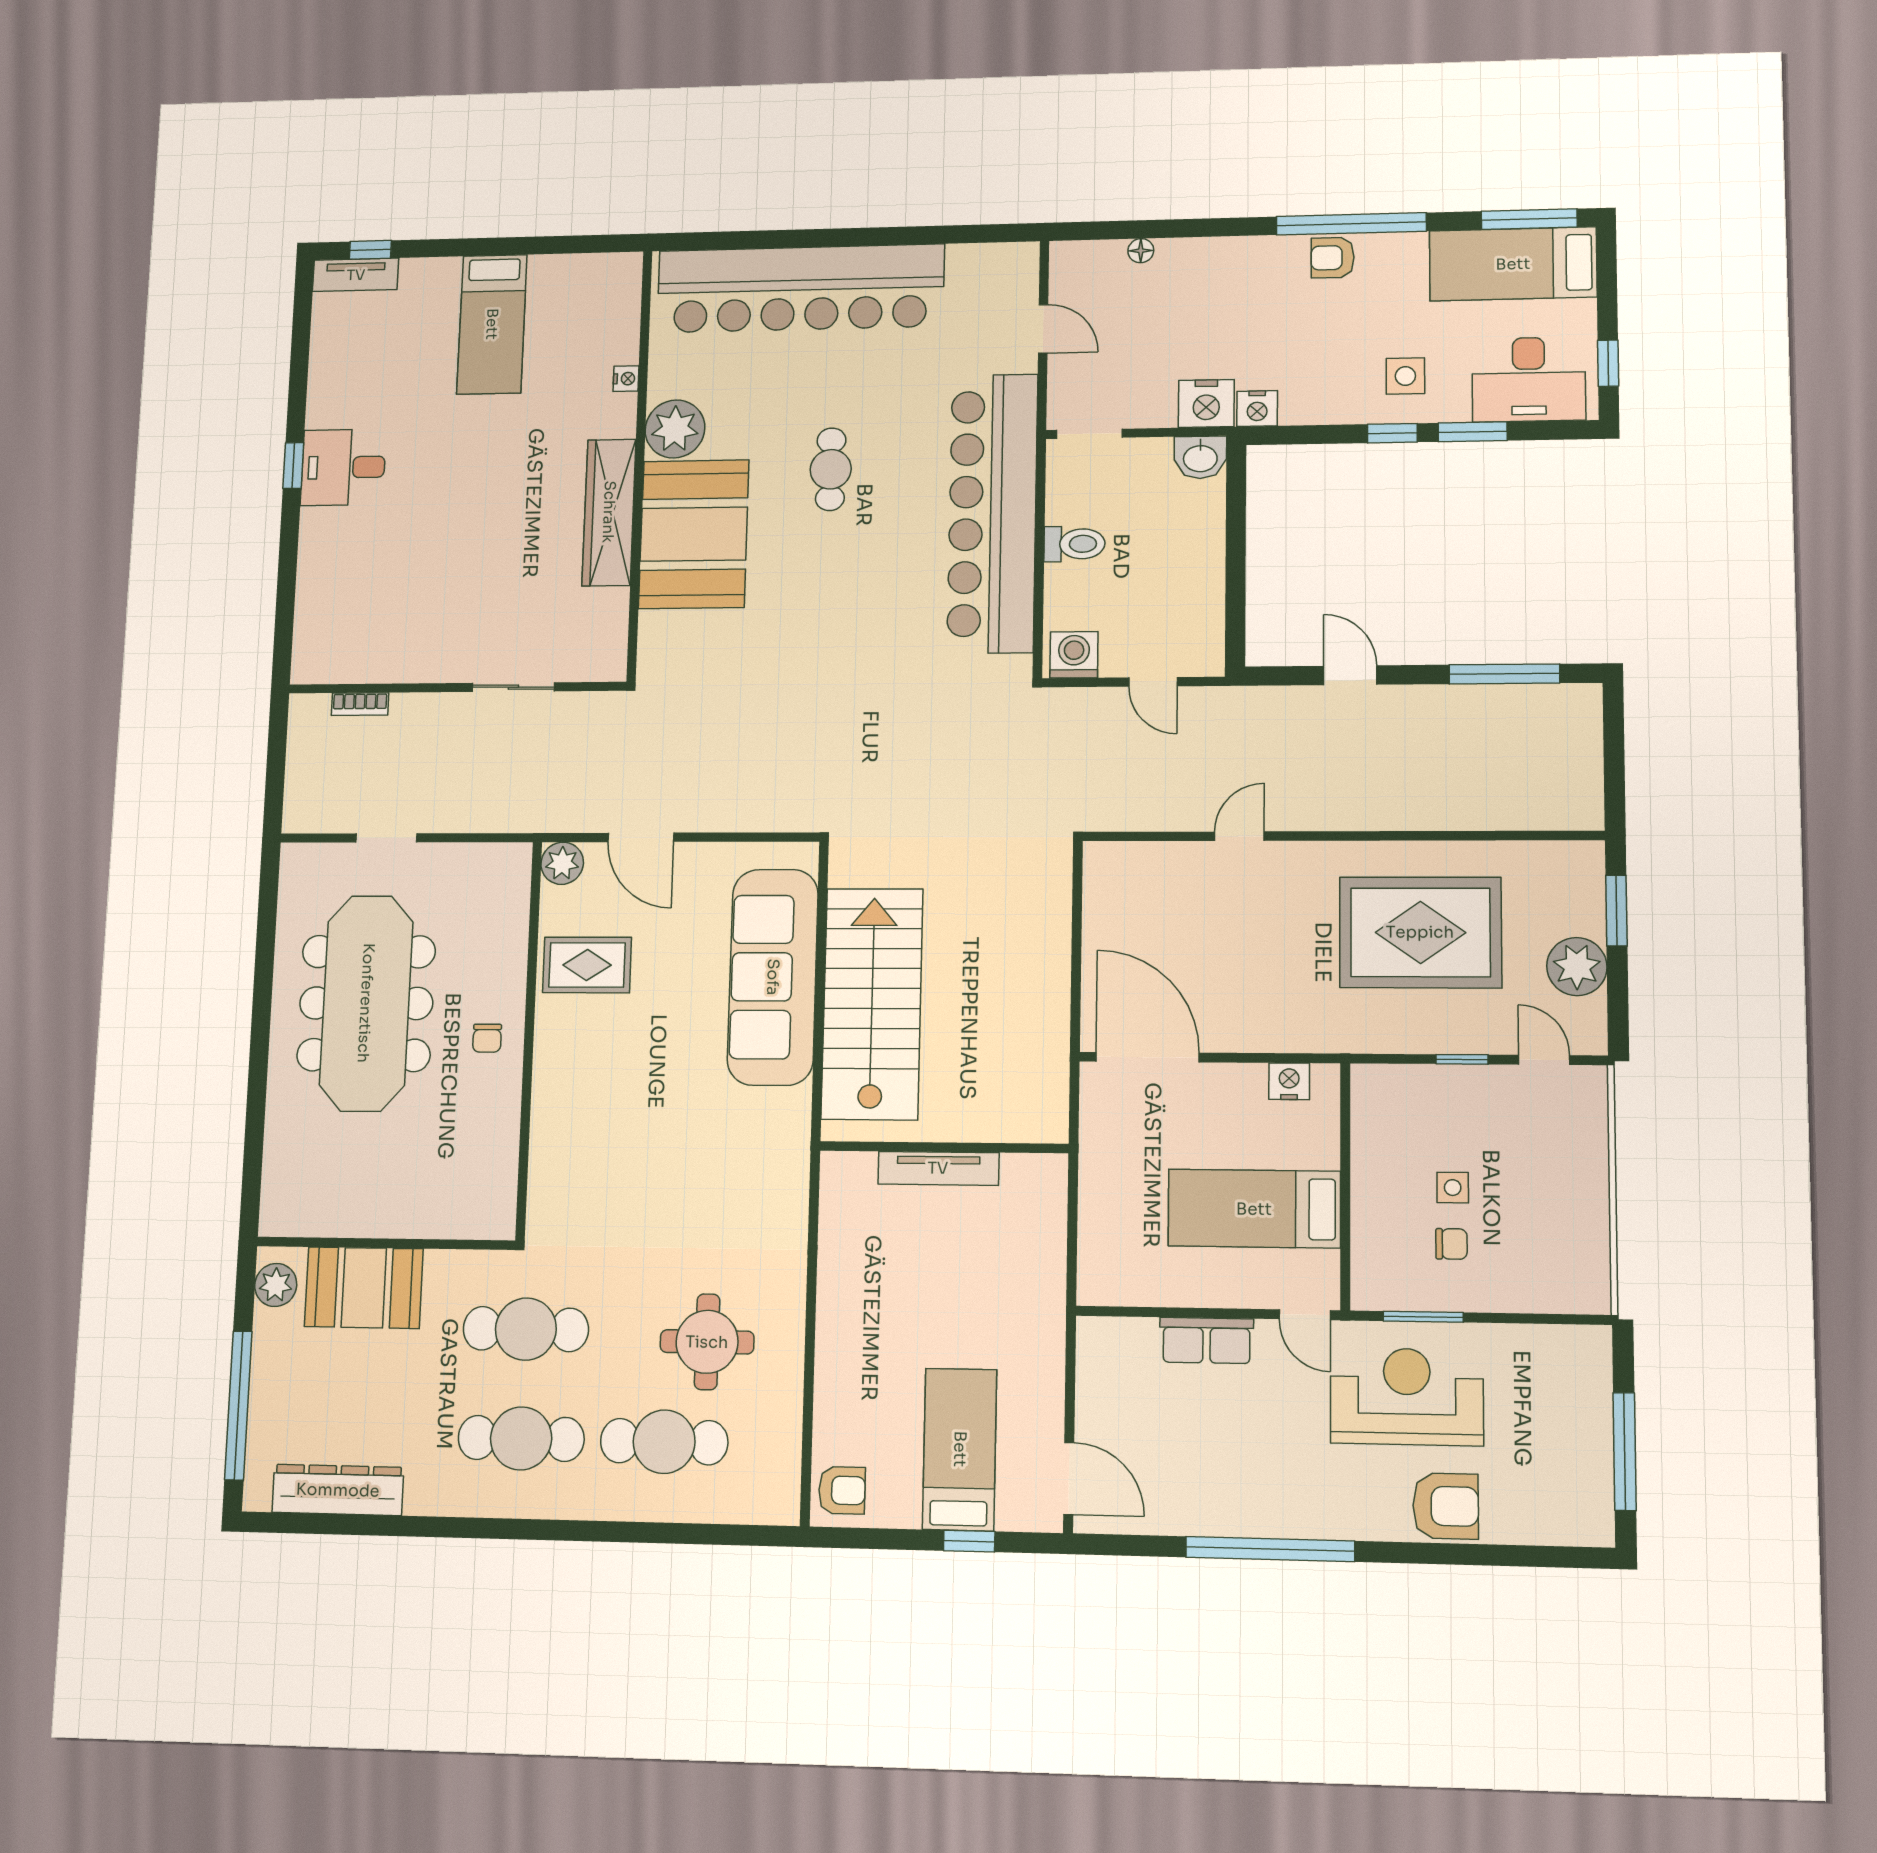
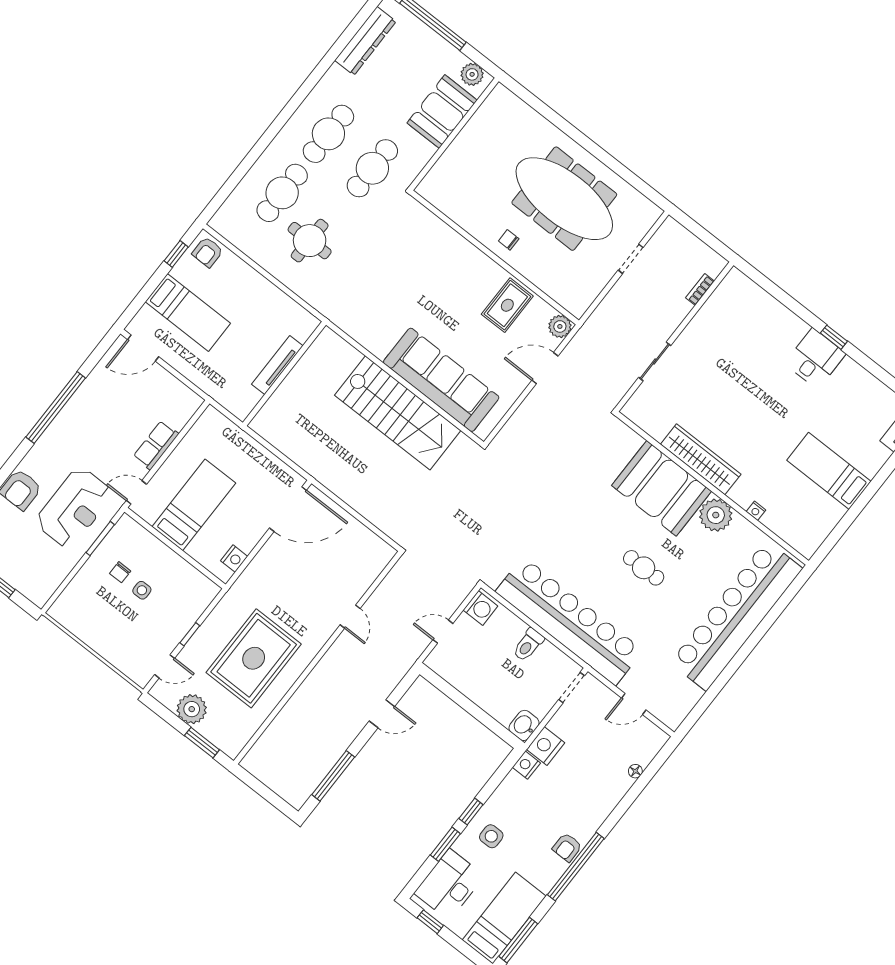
armchair: (1333, 258) -> (567, 847), turned 180
wall: (944, 1147) -> (284, 374), moved
tv unit: (938, 1168) -> (277, 365), moved
window: (969, 1541) -> (176, 254), moved

